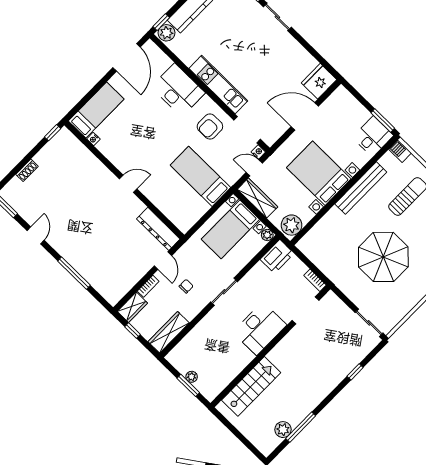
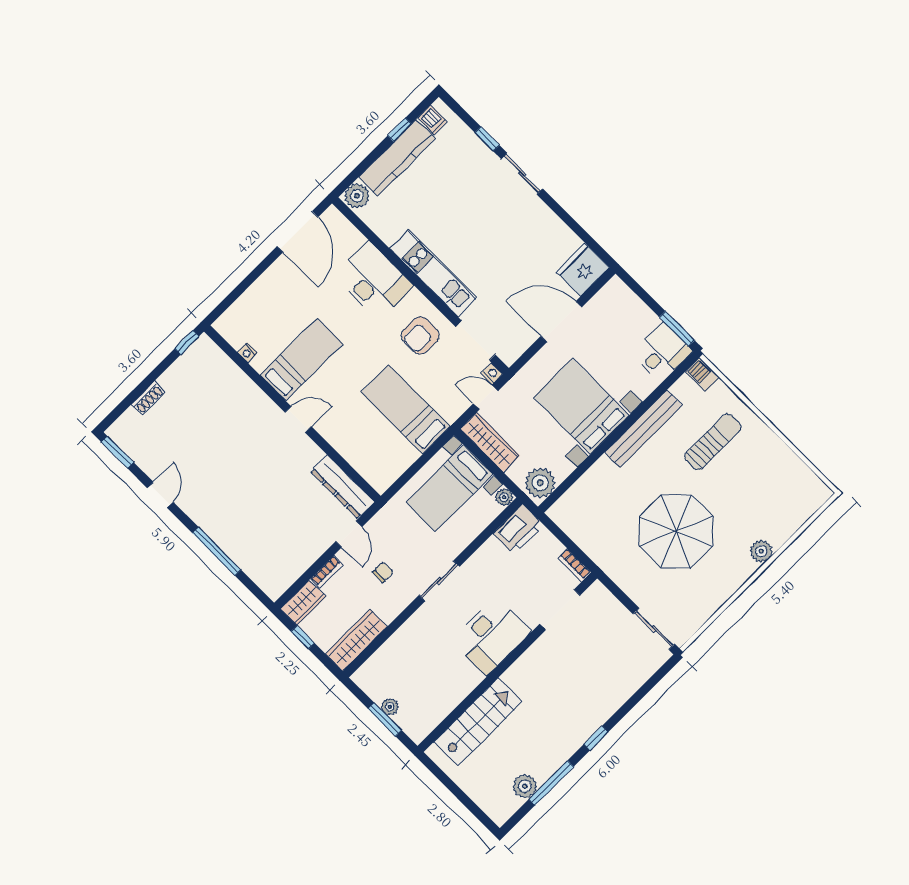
window: (161, 22) -> (349, 180), removed
bed: (96, 110) -> (302, 359), moved
window: (355, 372) -> (596, 738), moved

